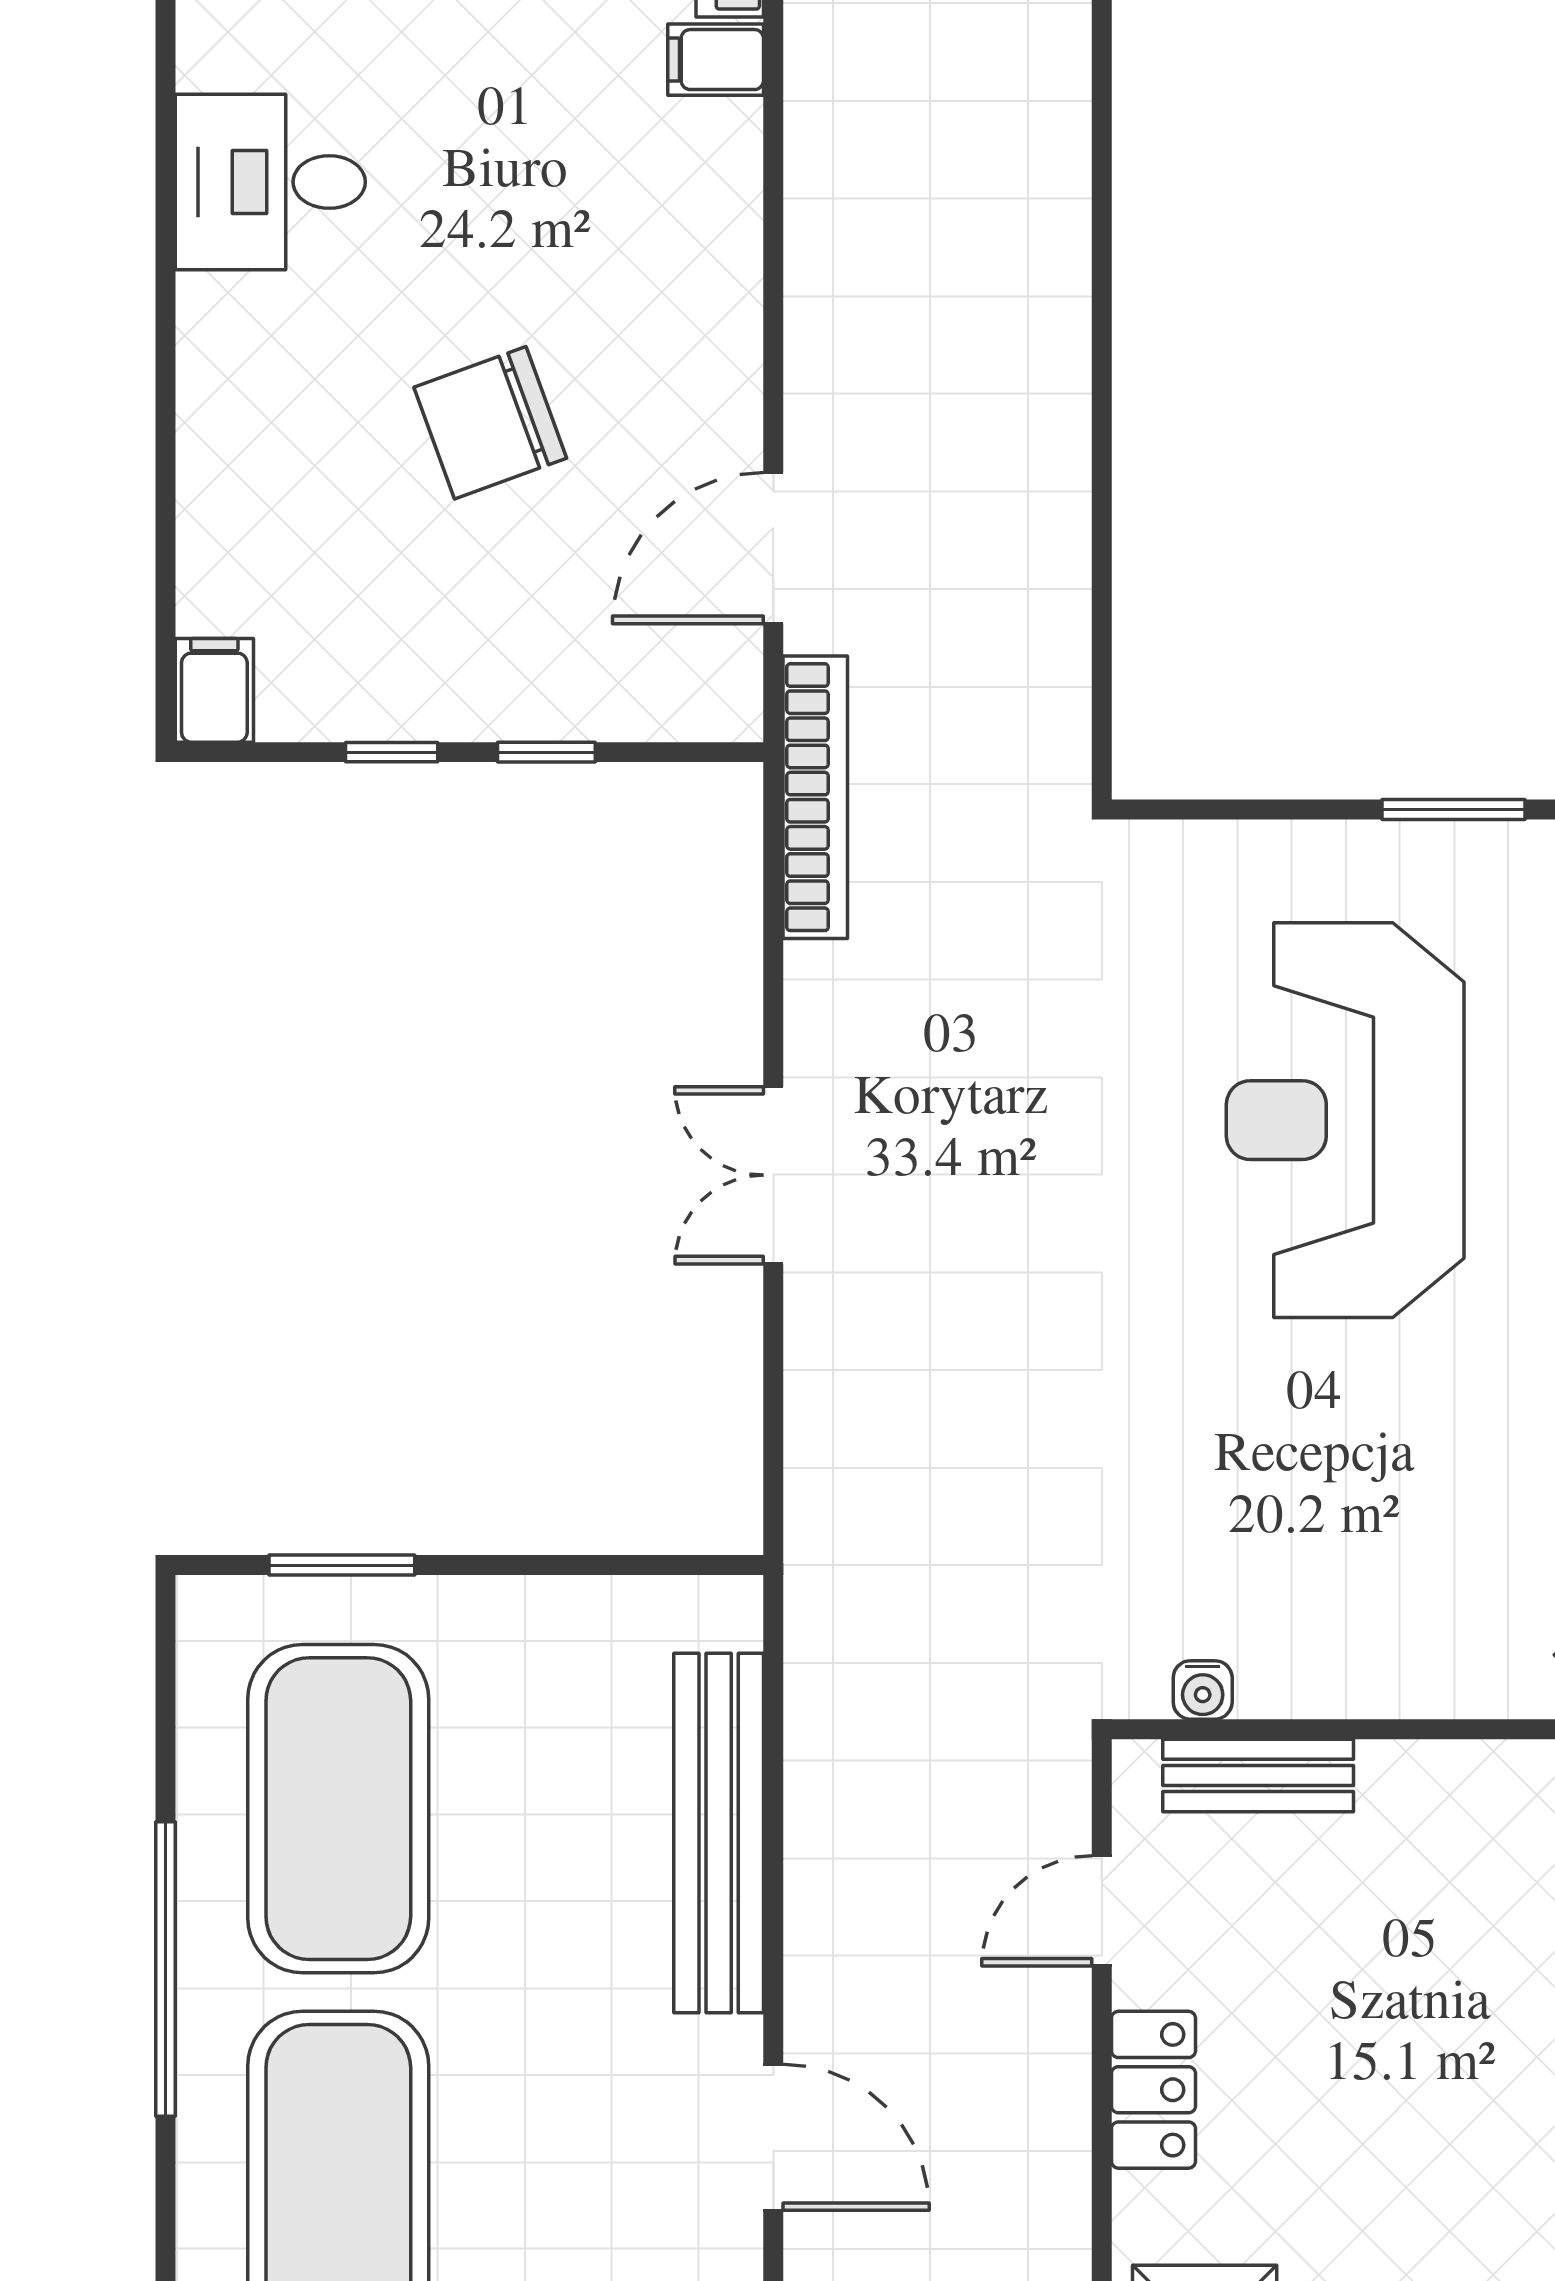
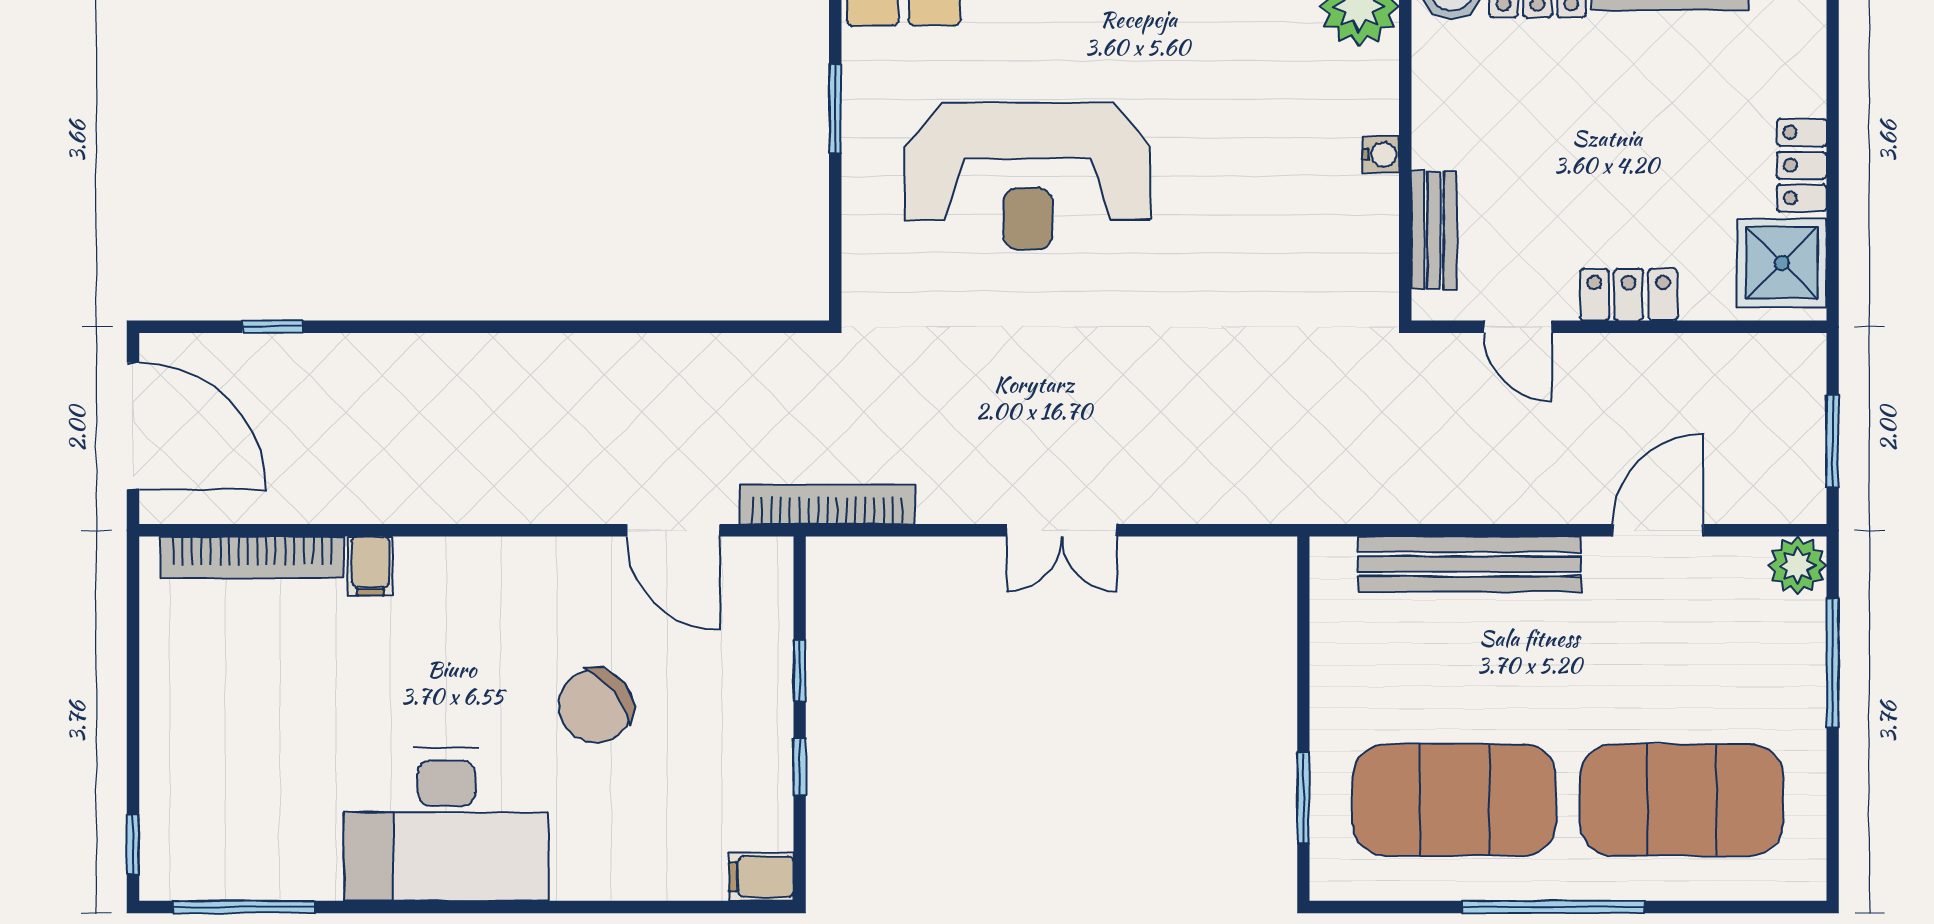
desk: (270, 182) -> (446, 824), width x1.87, depth x1.30
chair: (490, 423) -> (595, 706), turned 72
water cooler: (1203, 1690) -> (1381, 154), moved

